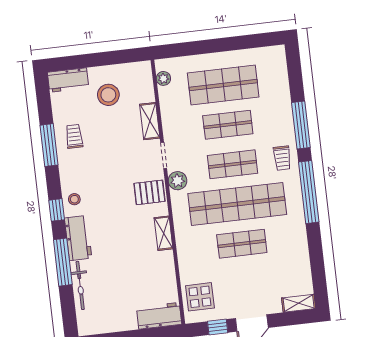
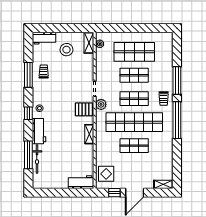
shelving: (150, 121) -> (89, 43), moved
window: (63, 262) -> (28, 155), moved

